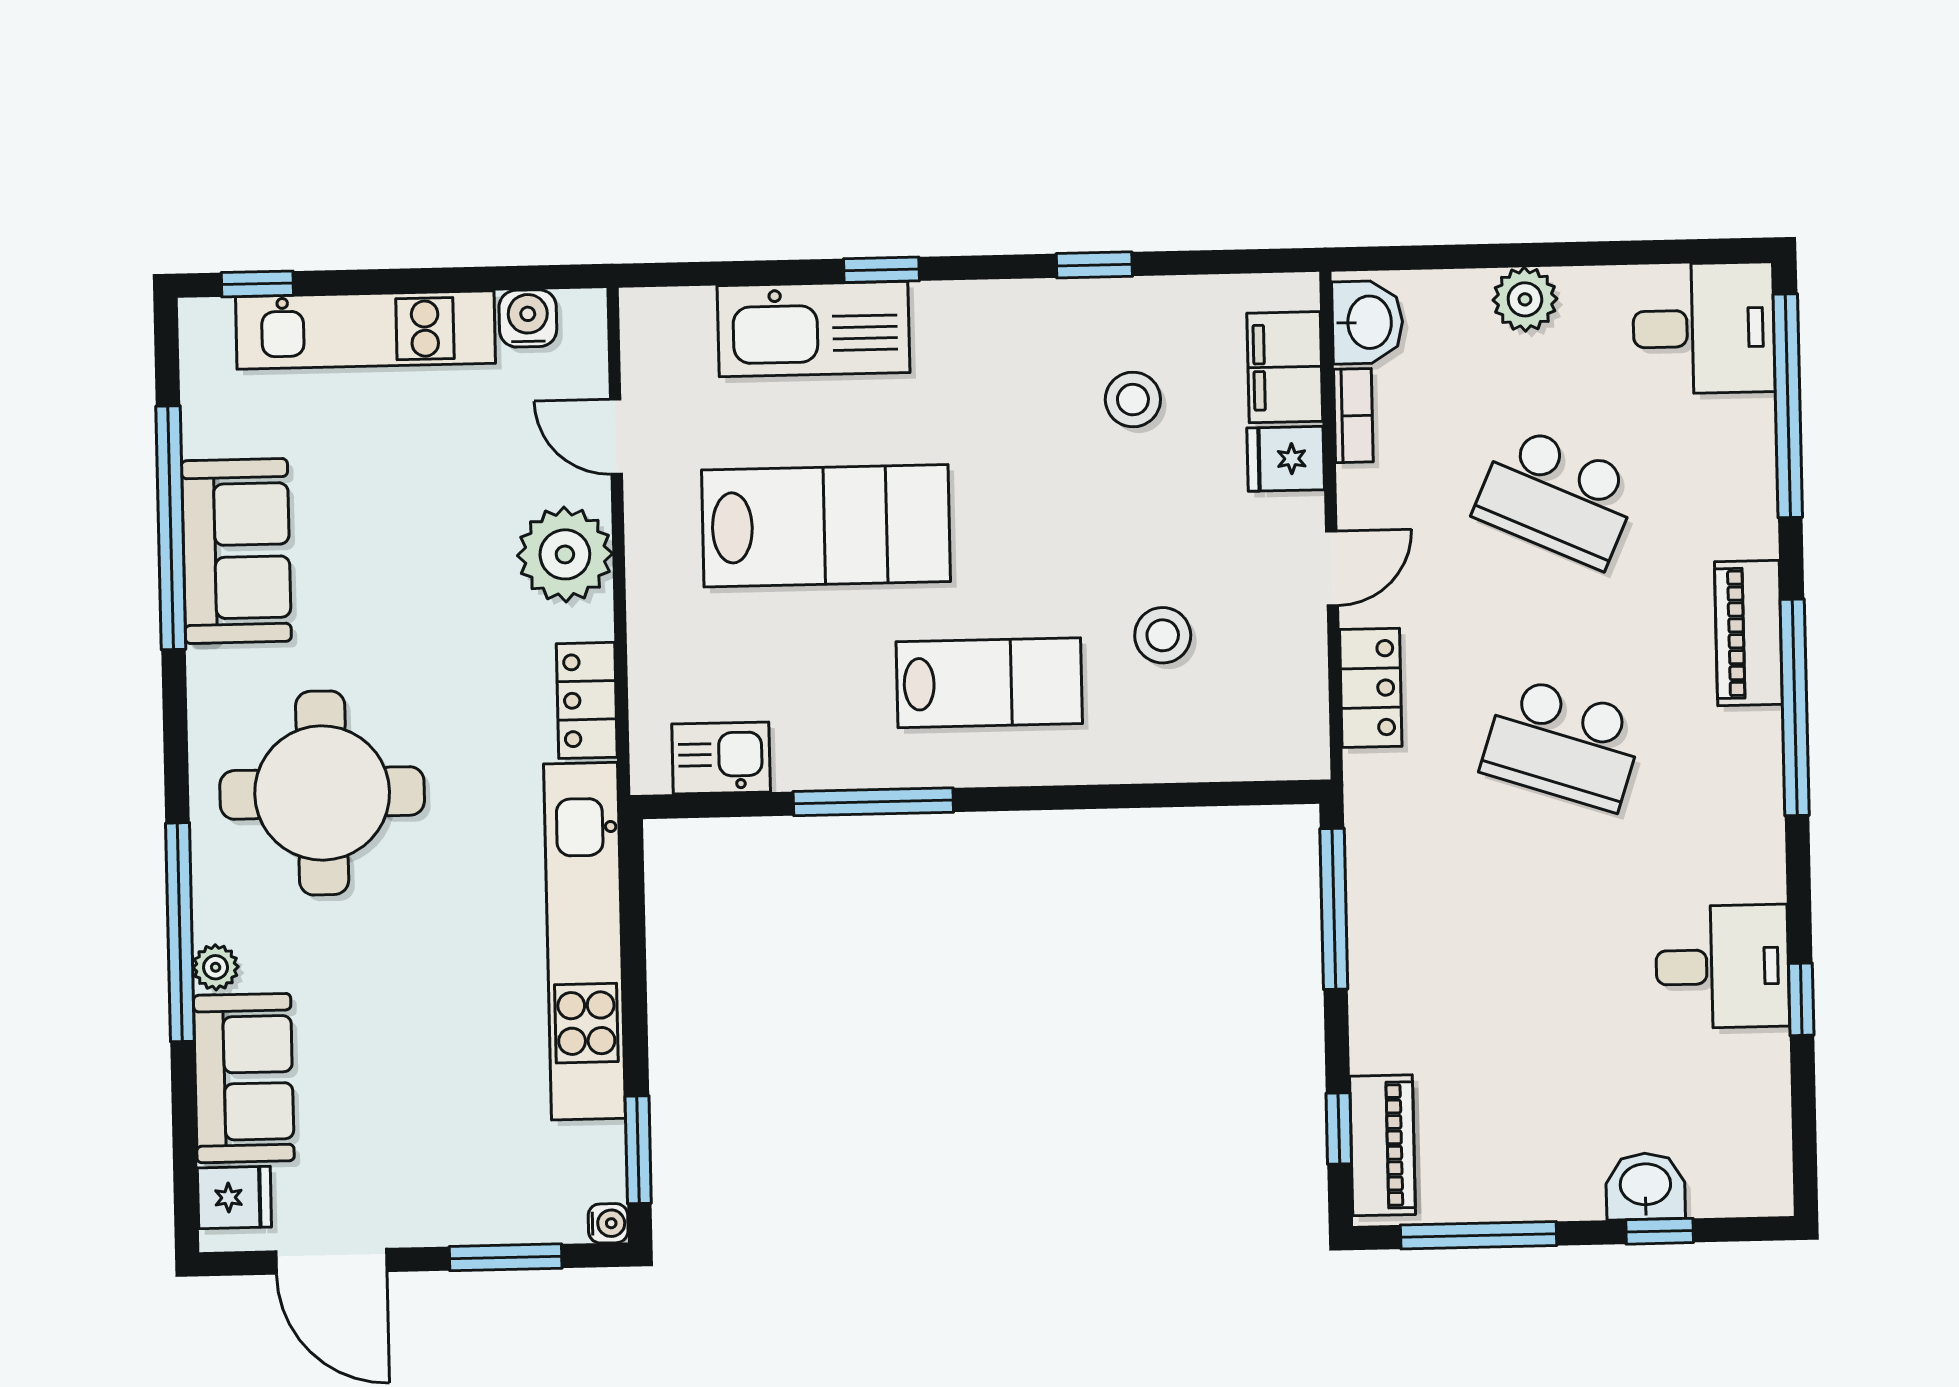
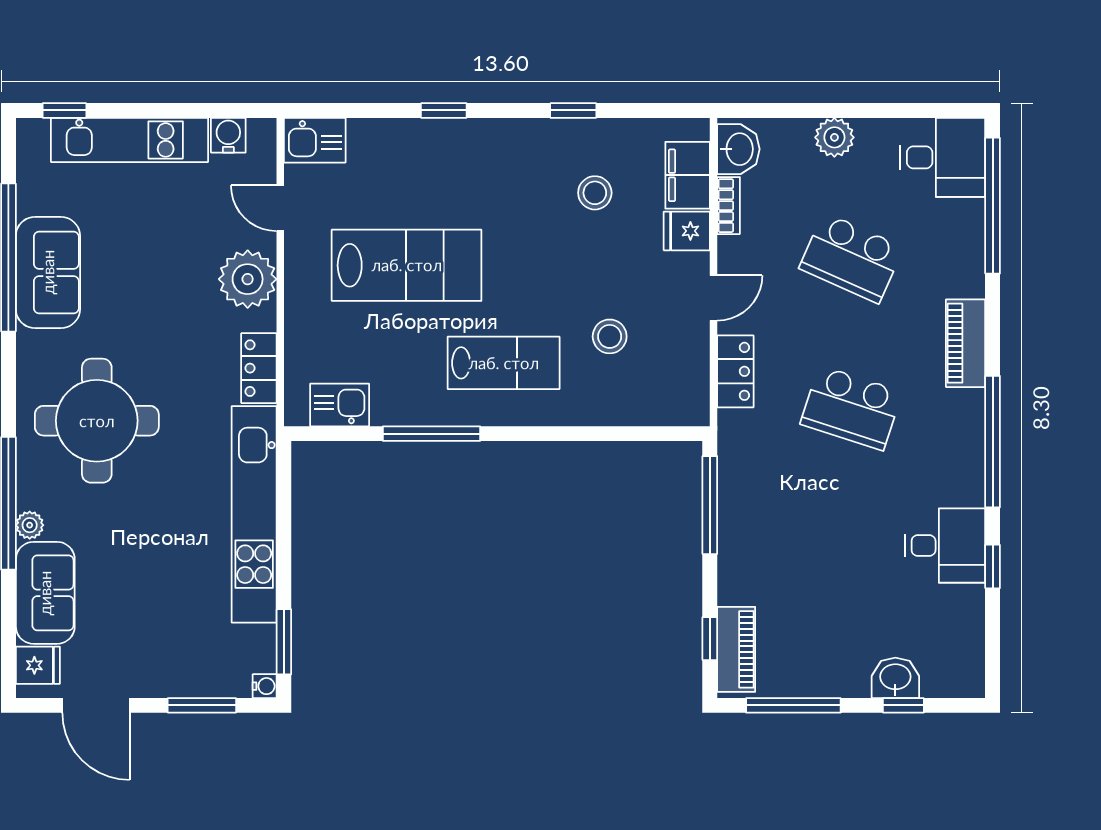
kitchen sink: (813, 329) -> (315, 140), moved, width x0.53, depth x0.81
window: (1795, 707) -> (993, 442), moved

